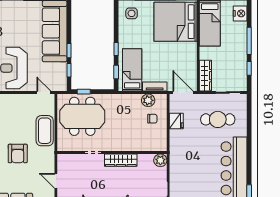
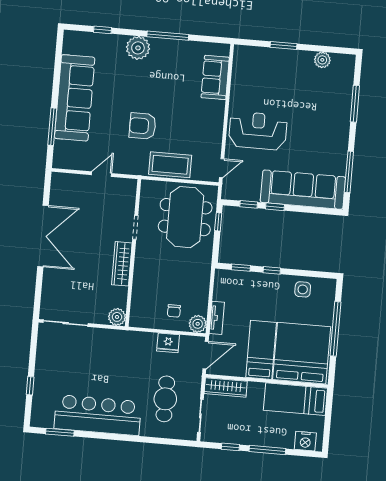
side table: (132, 13) -> (303, 289), moved
bed: (132, 70) -> (261, 350), moved, turned -90
plant: (148, 100) -> (198, 324), moved

